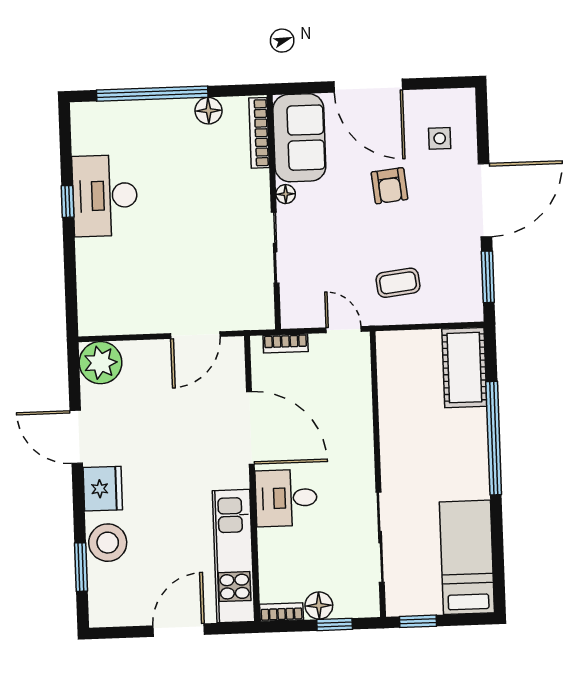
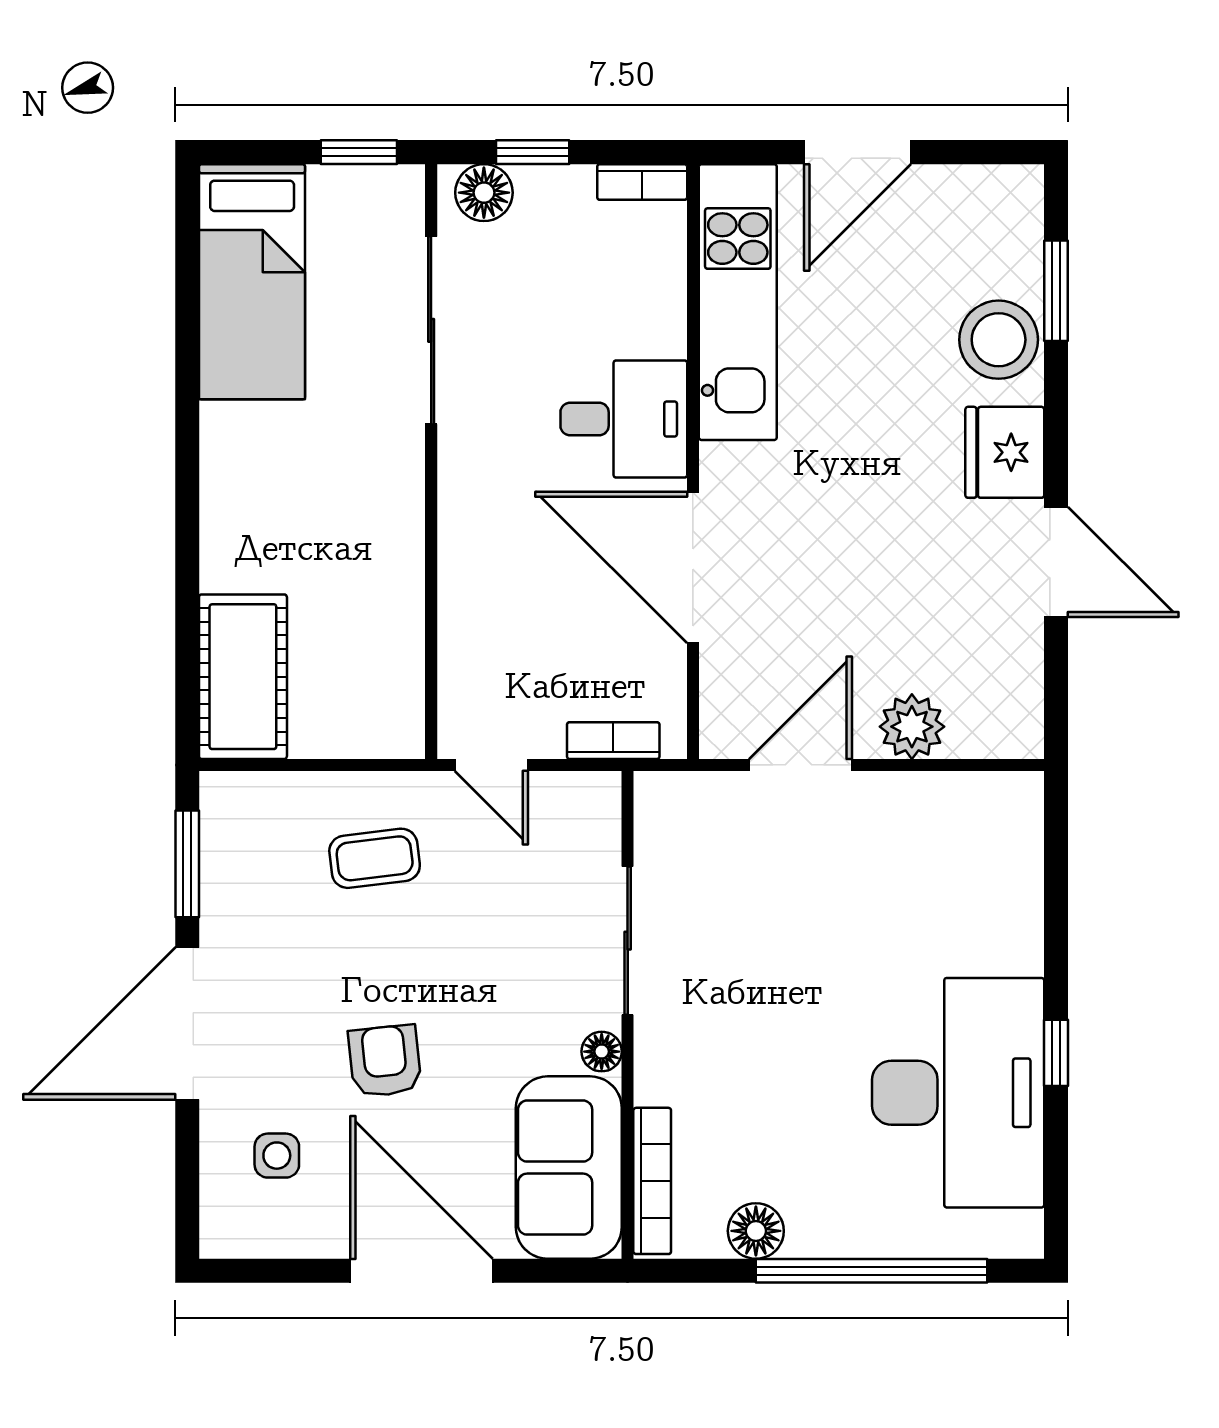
desk: (105, 196) -> (958, 1093), width x1.36, depth x1.30
plant: (100, 363) -> (912, 727), moved, width x0.73, depth x0.73
window: (494, 438) -> (187, 528), removed
floor lamp: (319, 606) -> (484, 193), moved

